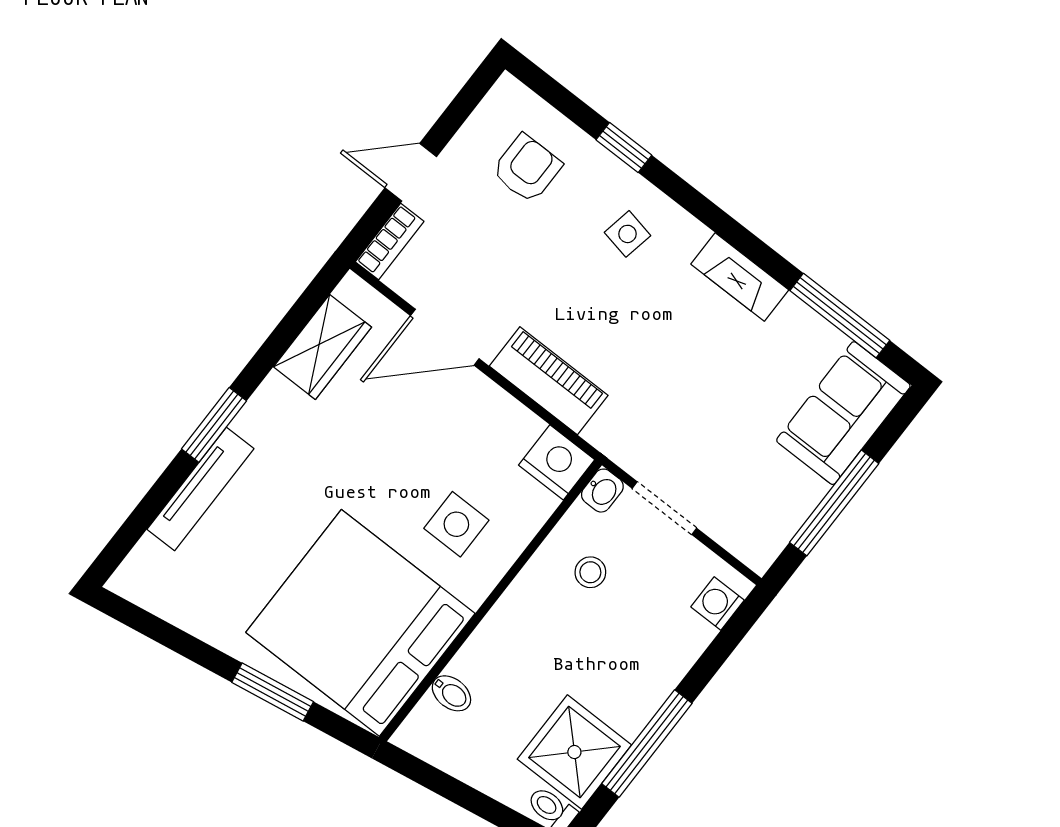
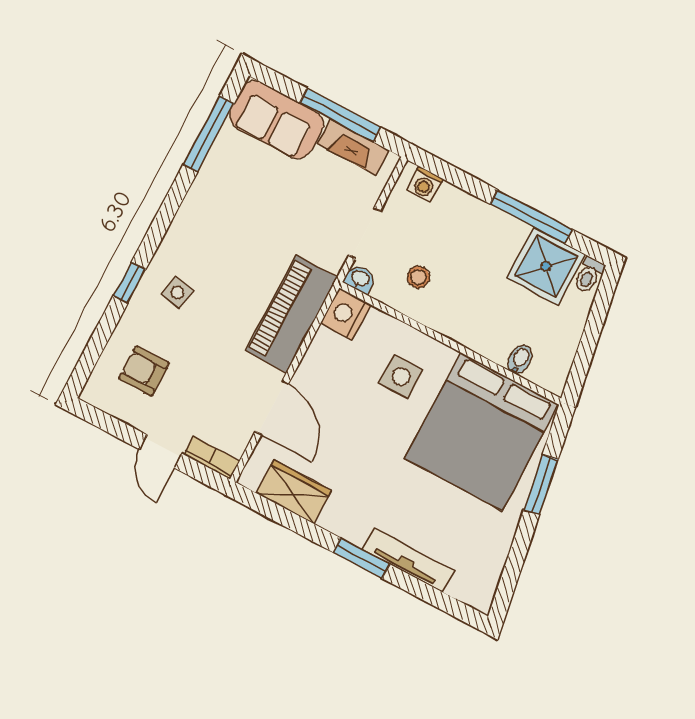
window: (624, 147) -> (130, 283), moved
fireplace: (740, 277) -> (353, 147), moved, turned 90
piano: (549, 381) -> (291, 314), width x1.37, depth x1.33

